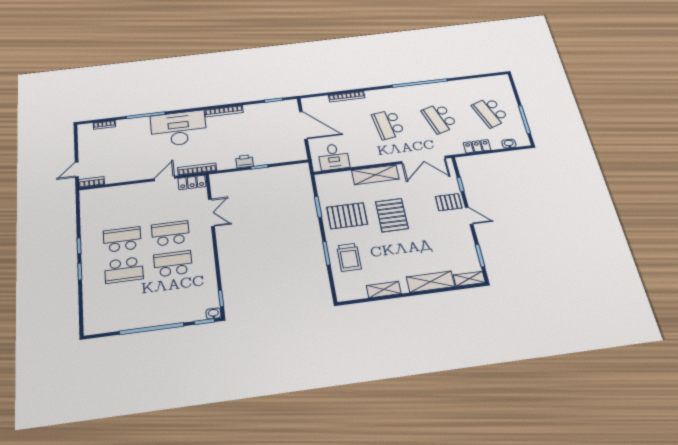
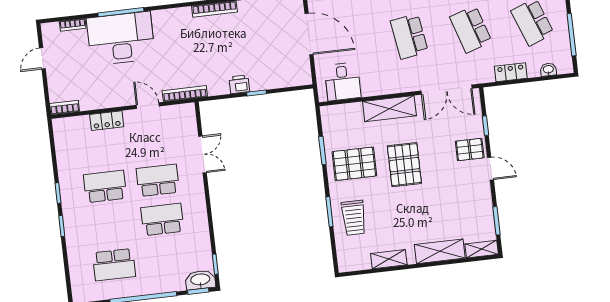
desk: (179, 129) -> (121, 38), moved
door: (77, 170) -> (42, 58), moved
door: (164, 179) -> (148, 106), hinge flipped
locker: (192, 182) -> (107, 121), moved
school desk: (124, 270) -> (114, 265), moved
washbasin: (213, 313) -> (200, 280), width x1.91, depth x1.45

